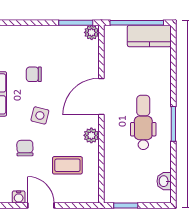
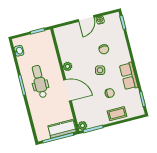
kitchen counter: (149, 36) -> (62, 129), moved
door: (101, 96) -> (67, 90), hinge flipped
dental chair: (143, 122) -> (40, 82), turned 180
coffee table: (67, 165) -> (117, 114), moved
door: (41, 206) -> (86, 19), hinge flipped

